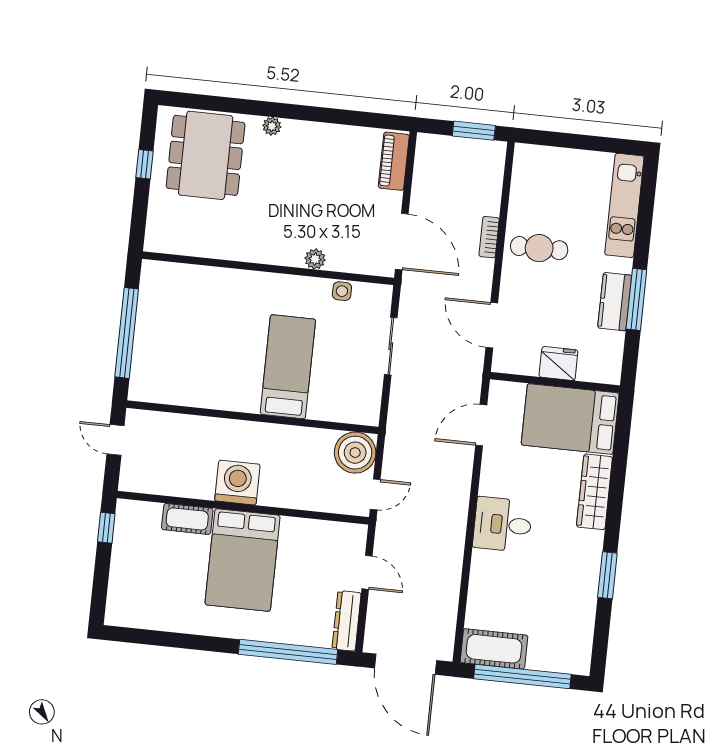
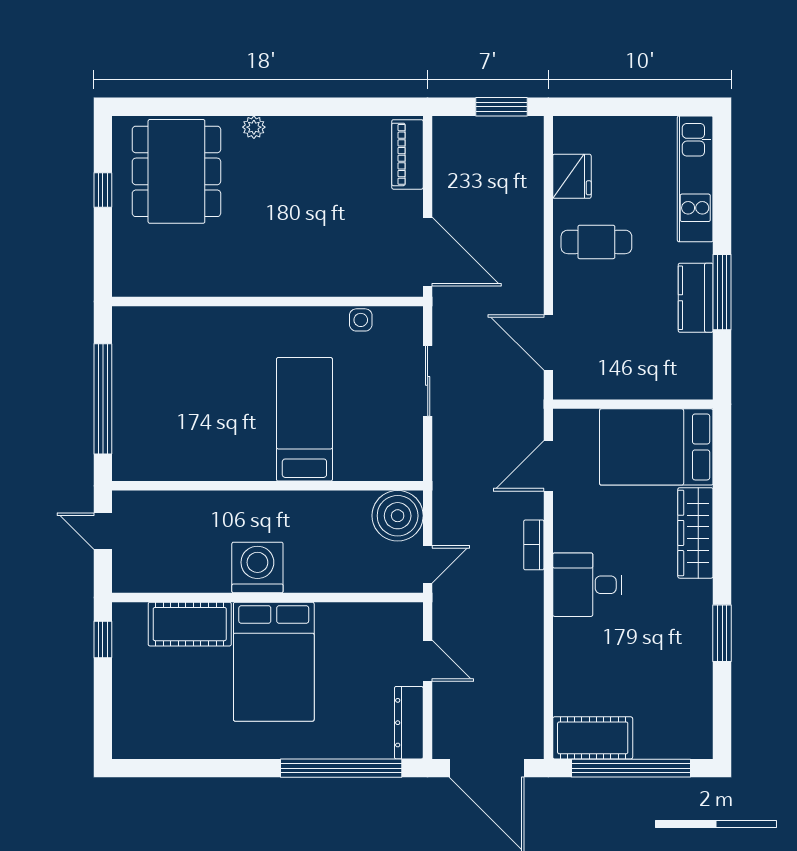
bookcase: (489, 237) -> (534, 545), moved
plant: (315, 259) -> (324, 284), removed
fridge: (558, 363) -> (572, 176), moved, turned 90
cot: (187, 519) -> (190, 624), width x1.37, depth x1.34

